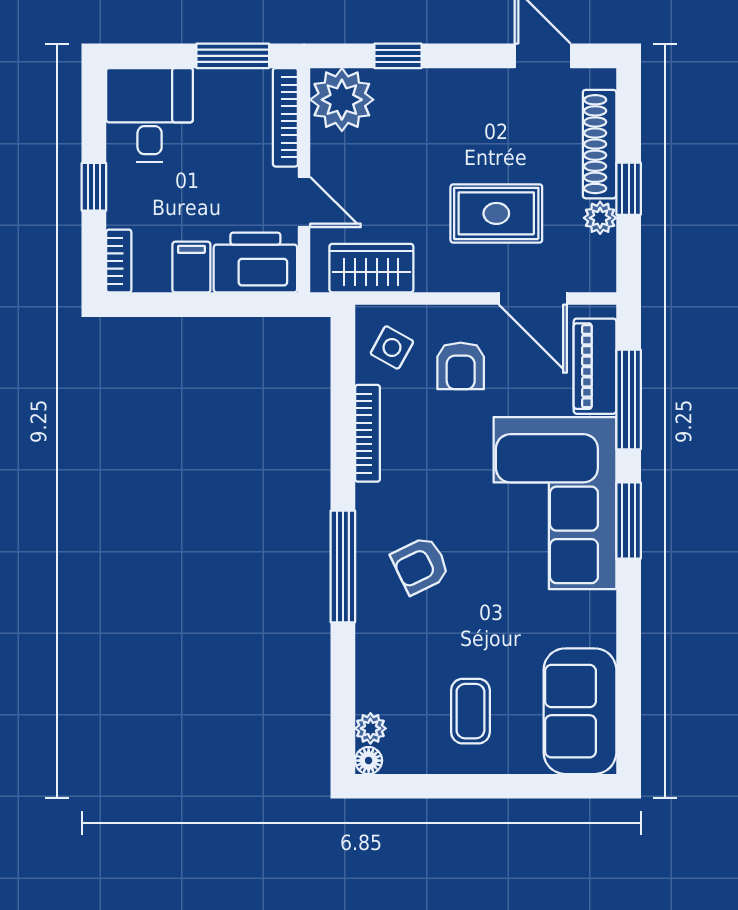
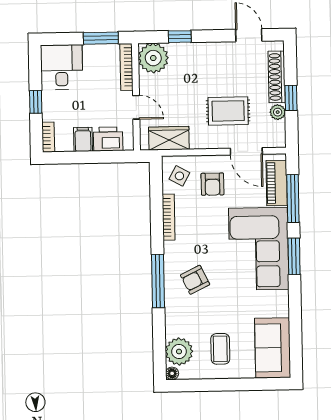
printer: (255, 263) -> (108, 139), width x0.73, depth x0.84
plant: (370, 728) -> (179, 352), width x1.88, depth x1.88

